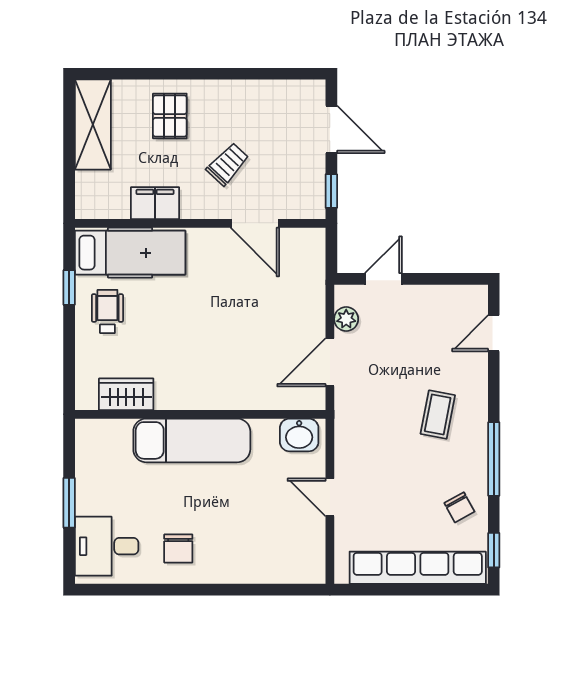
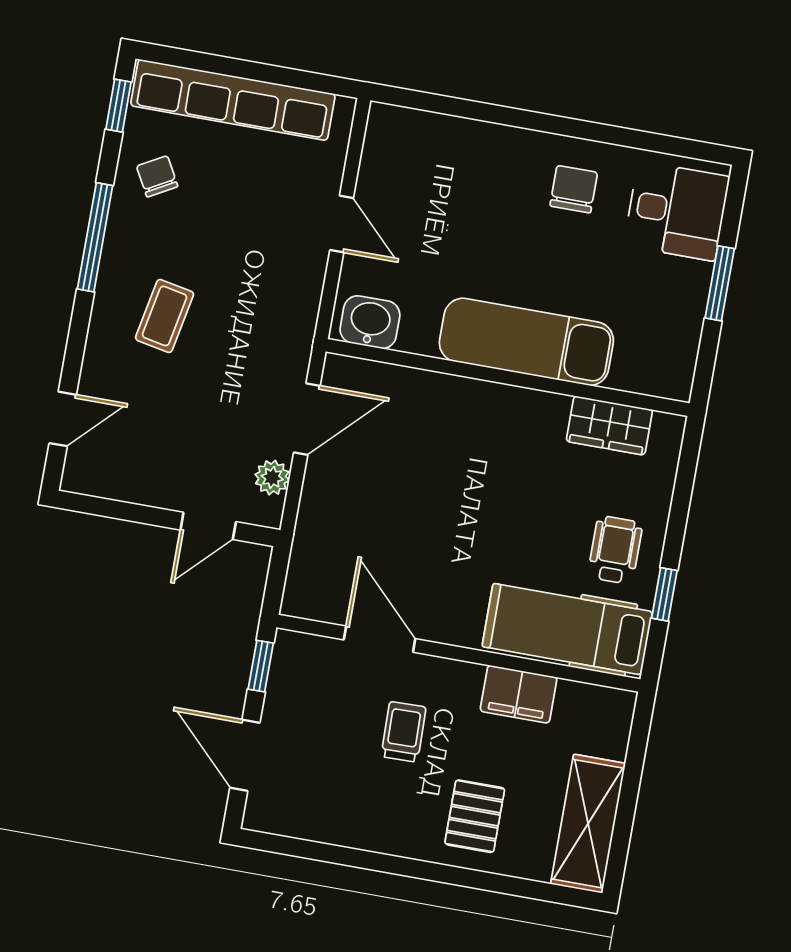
trolley: (228, 164) -> (404, 732), turned 136
wheelchair: (107, 311) -> (615, 550), turned 180

